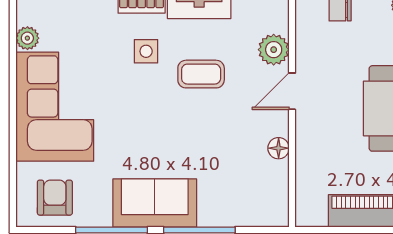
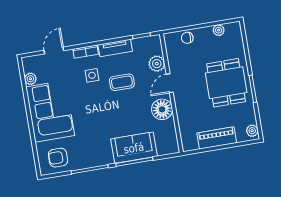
floor lamp: (279, 148) -> (162, 109), width x1.89, depth x1.89
armchair: (55, 198) -> (58, 158), turned -90
sofa: (155, 203) -> (134, 148), moved

